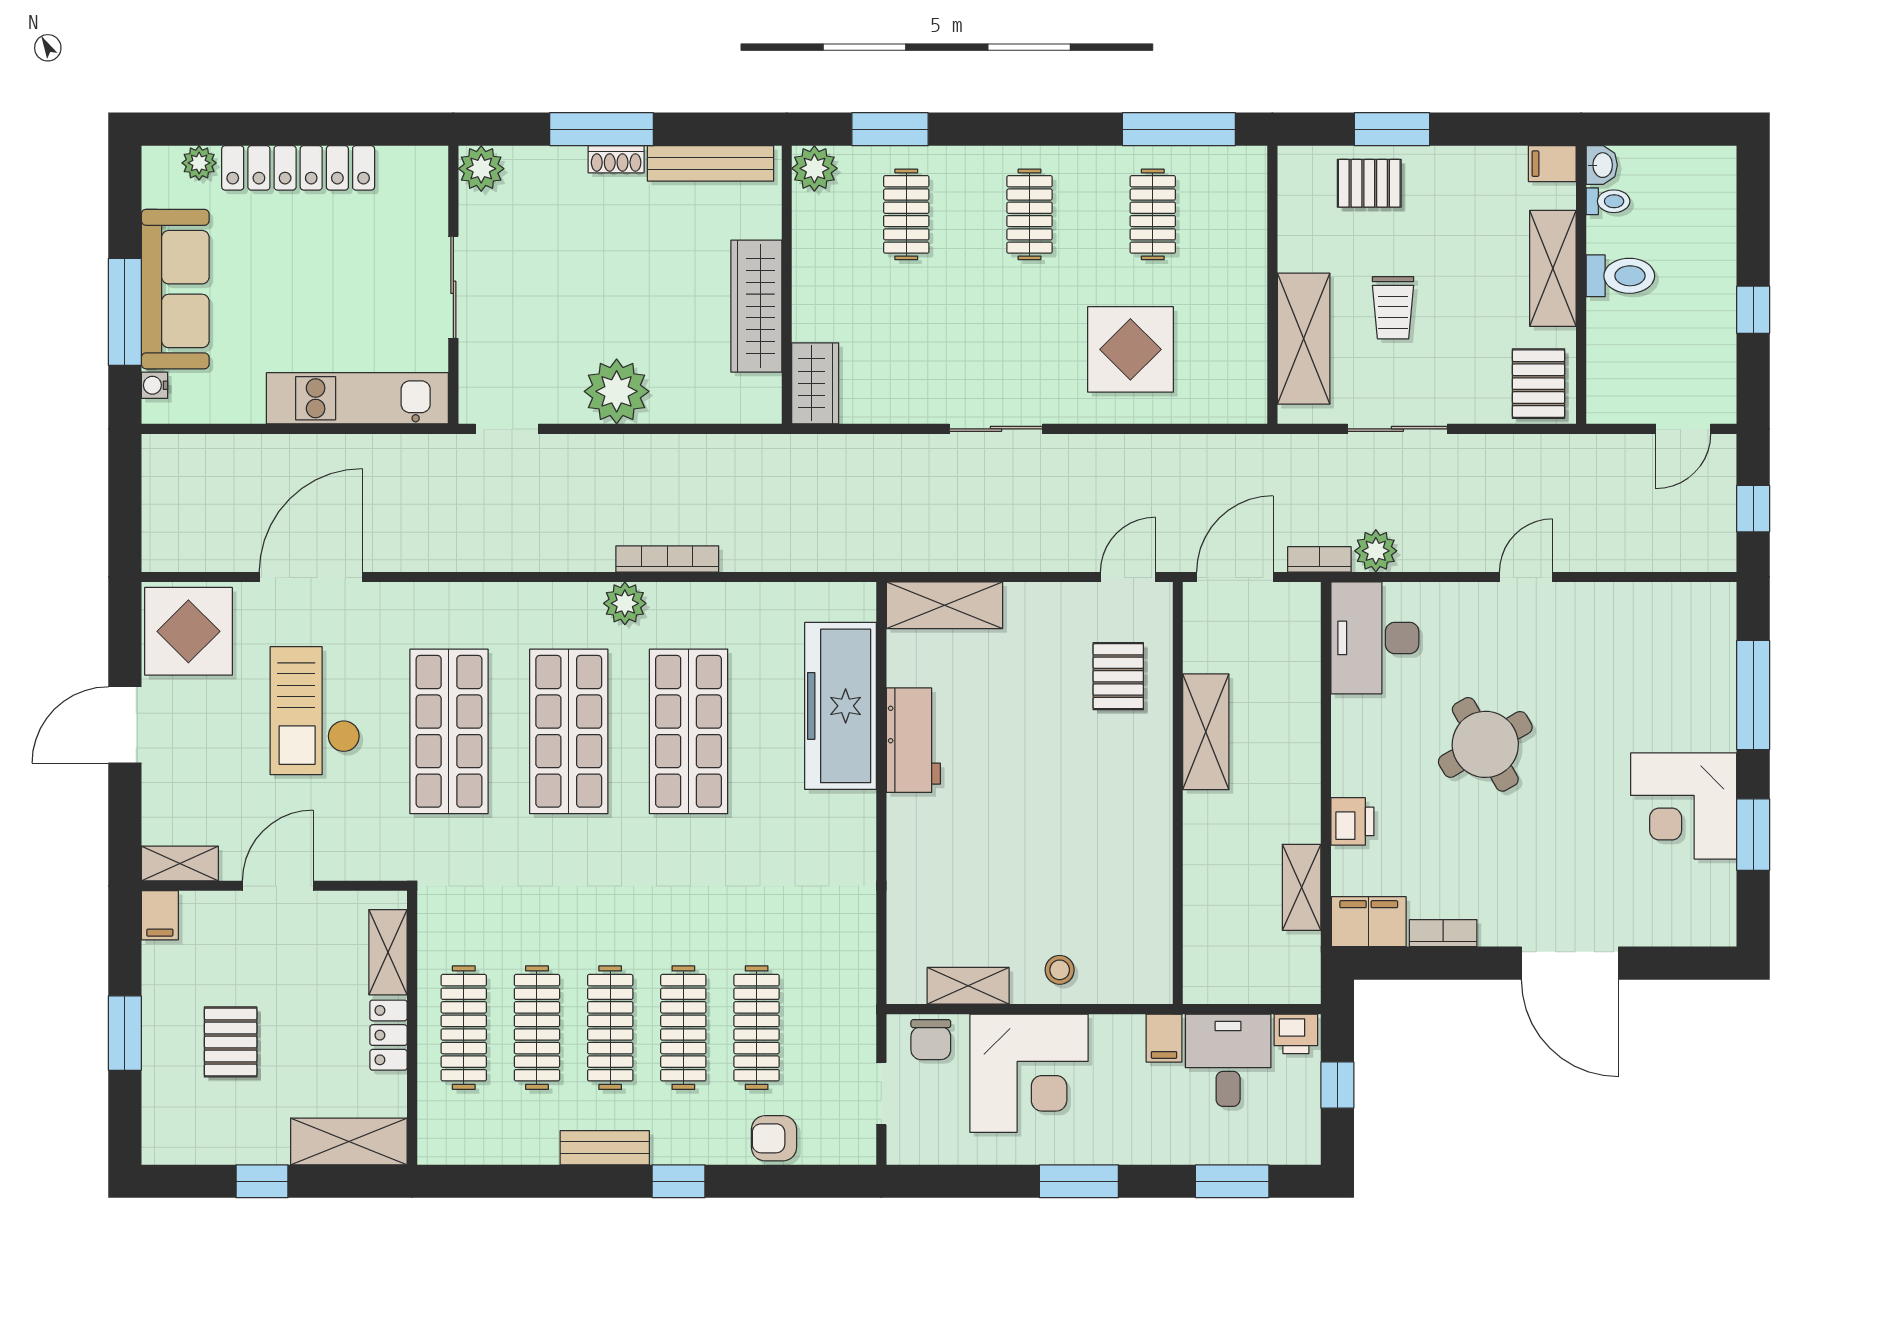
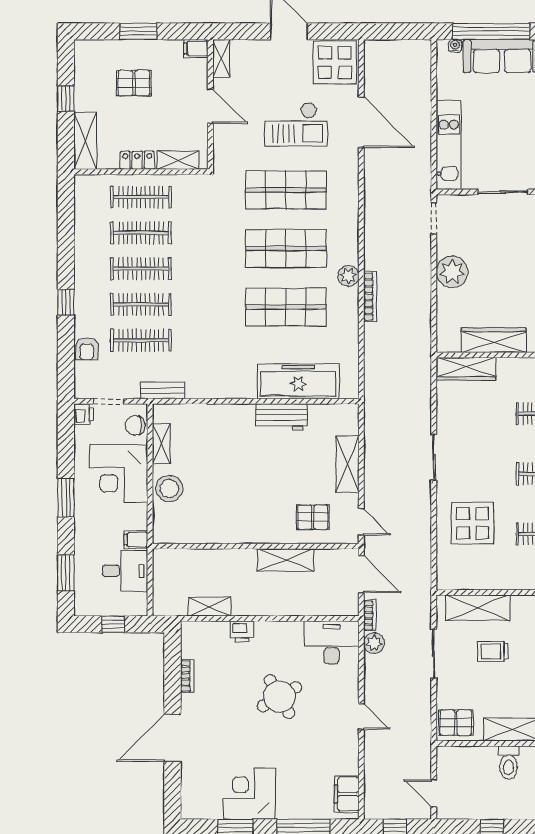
window: (125, 312) -> (491, 31), width x1.46
wardrobe: (815, 383) -> (466, 369), width x1.50
shelving: (945, 605) -> (347, 464), moved
checkout: (315, 711) -> (296, 124), turned 180
filing cabinet: (1369, 922) -> (347, 794), moved, turned 180
stool: (1060, 970) -> (169, 488), width x1.89, depth x1.89
printer: (1296, 1034) -> (84, 414), moved, turned 180
armchair: (774, 1138) -> (87, 349), turned 180
bench: (605, 1148) -> (163, 391), moved, turned 90

